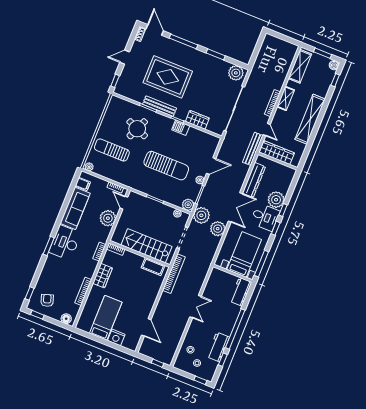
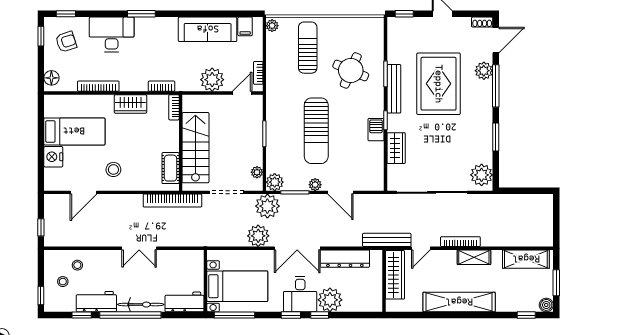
plant: (171, 45) -> (484, 71), added
desk: (65, 243) -> (112, 34), moved
stool: (139, 303) -> (113, 169), added
bicycle: (231, 320) -> (141, 305), added

